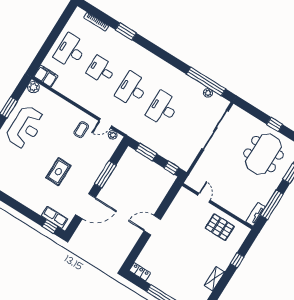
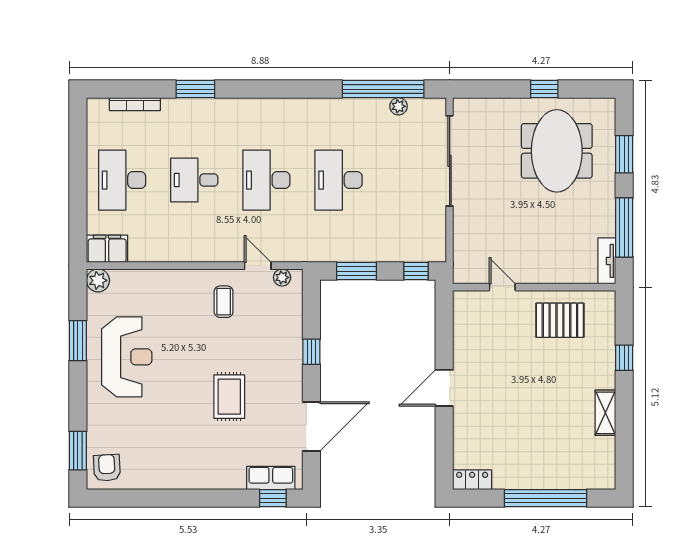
door: (105, 123) -> (258, 266), swing flipped
window: (105, 174) -> (311, 352), width x0.46

